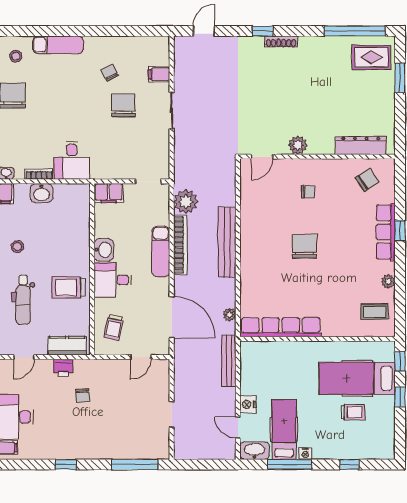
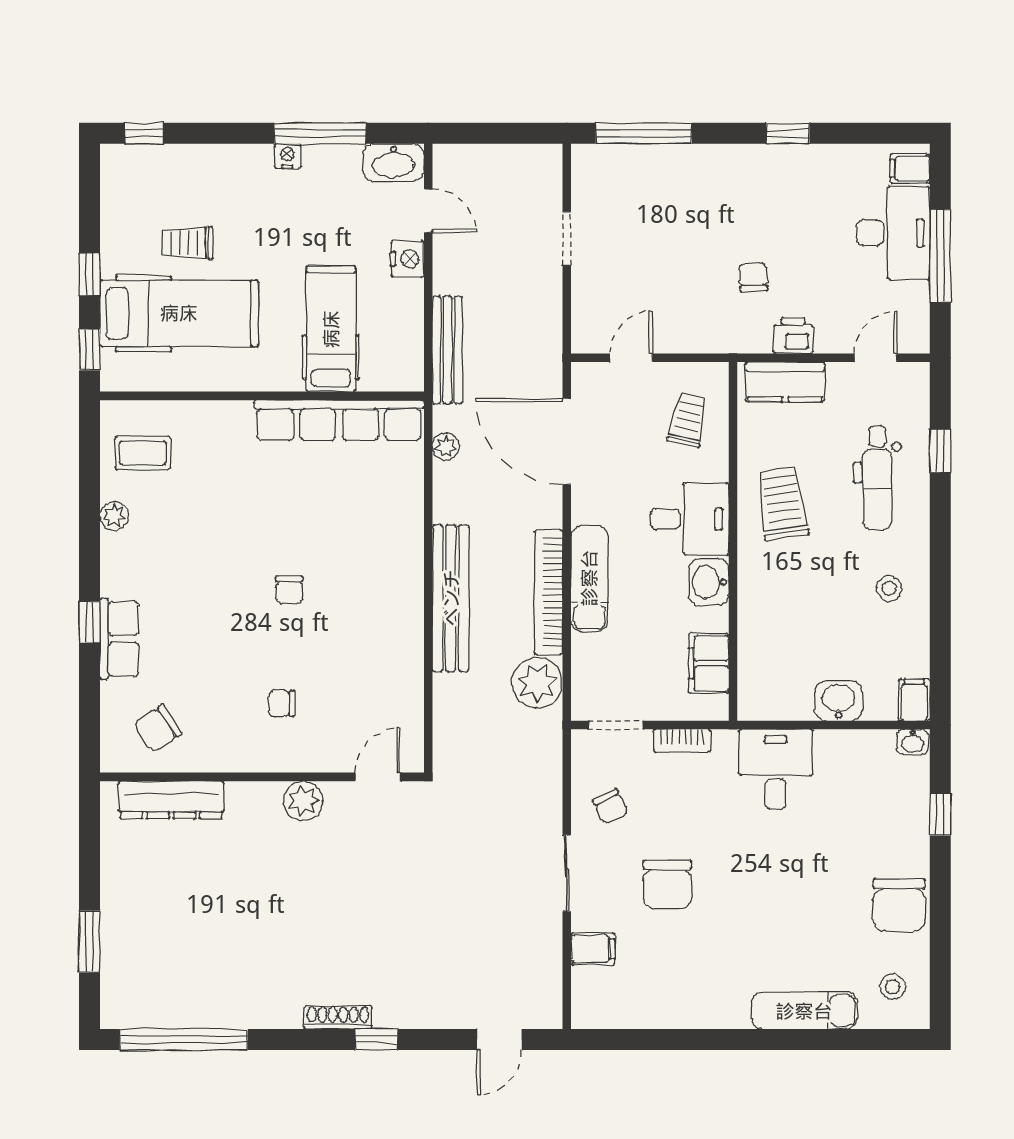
rug: (371, 57) -> (149, 984), removed
chair: (110, 73) -> (610, 807), moved
bookcase: (39, 174) -> (682, 741), moved
filing cabinet: (109, 193) -> (709, 663), moved, turned -90
row of seats: (386, 232) -> (119, 639), width x0.68
chair: (304, 246) -> (289, 590), width x0.54, depth x0.54
trolley: (69, 287) -> (782, 503), turned -98
dental chair: (23, 300) -> (877, 478), turned 180
hospital bed: (284, 430) -> (331, 329), moved, turned 180
window: (350, 465) -> (144, 133), moved

